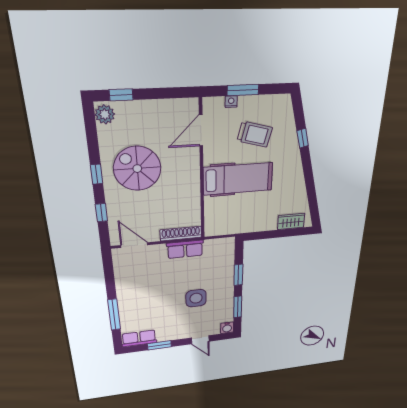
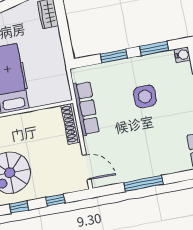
door: (134, 245) -> (87, 167), swing flipped
row of seats: (185, 249) -> (86, 108), width x1.48
window: (114, 315) -> (144, 183), moved

